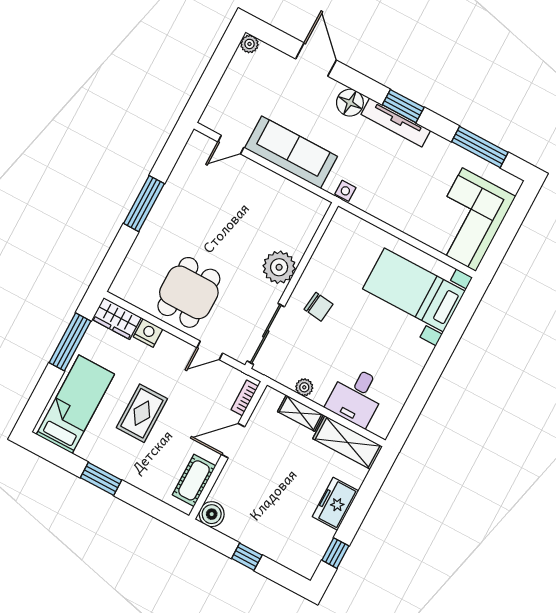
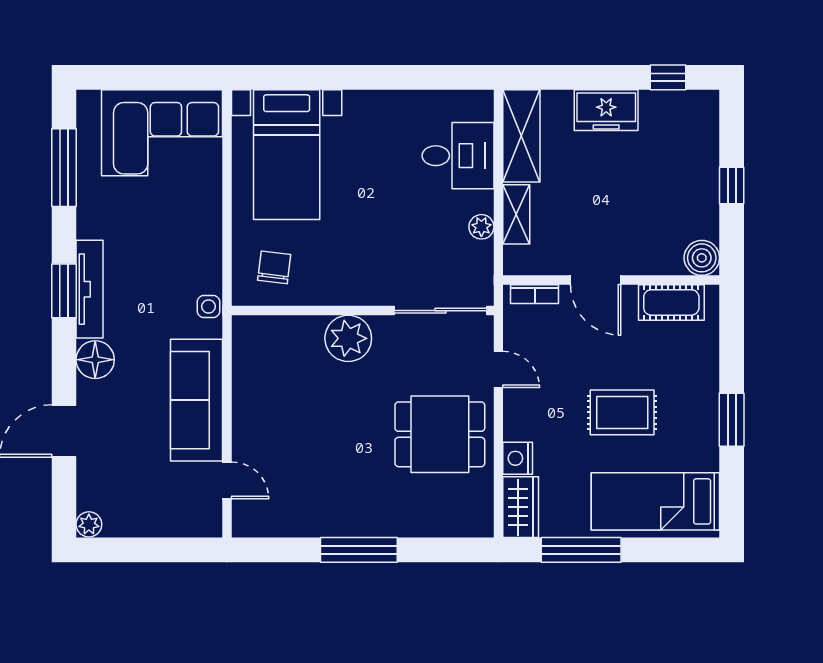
chair: (319, 307) -> (274, 267), moved

